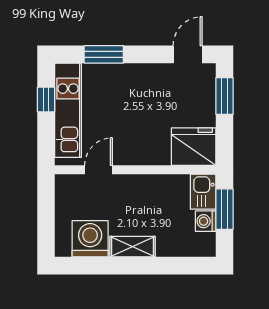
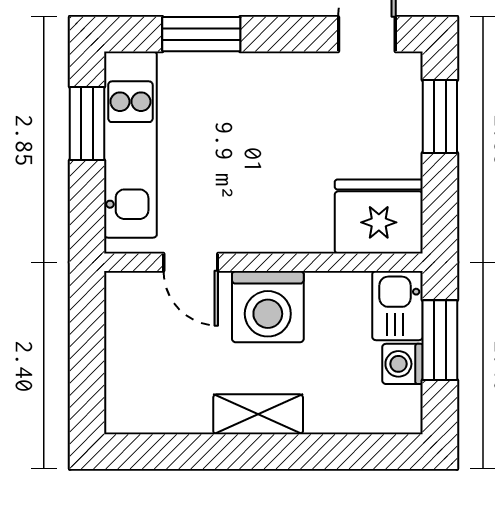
window: (46, 100) -> (87, 123), width x1.50
door: (99, 170) -> (191, 262), swing flipped
washing machine: (90, 239) -> (268, 307), moved, turned 180

